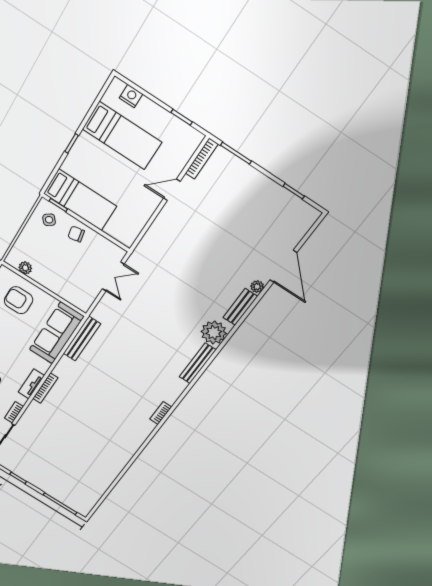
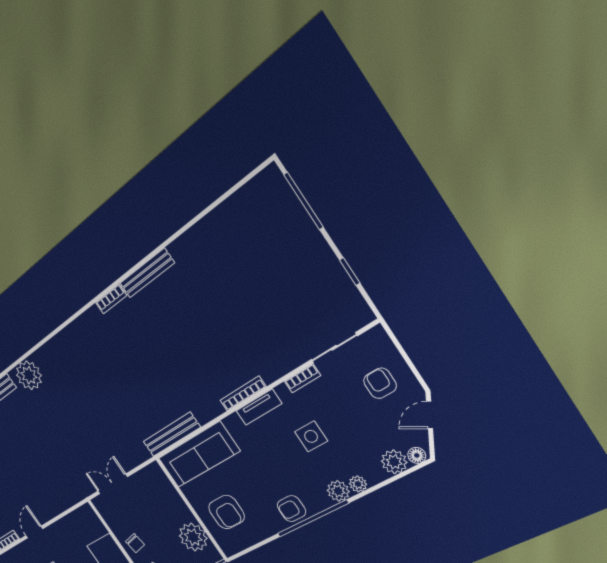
door: (172, 190) -> (34, 532), swing flipped
plant: (25, 268) -> (193, 537), width x1.87, depth x1.87
bench: (198, 363) -> (147, 273), moved

